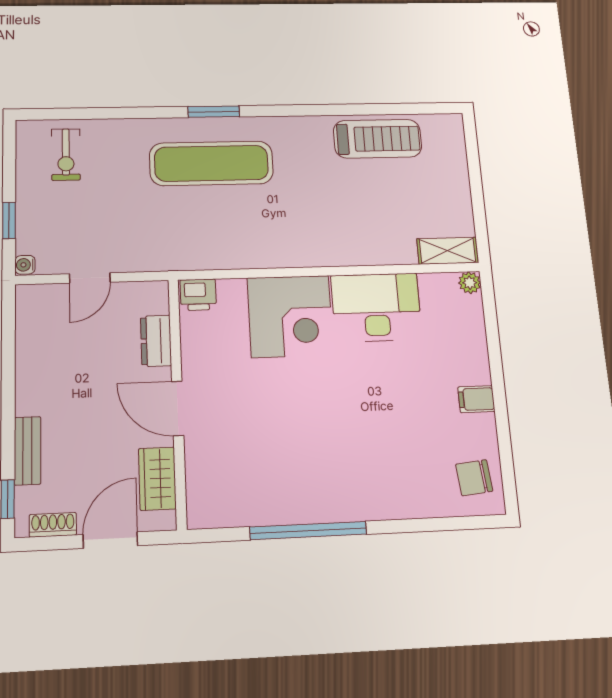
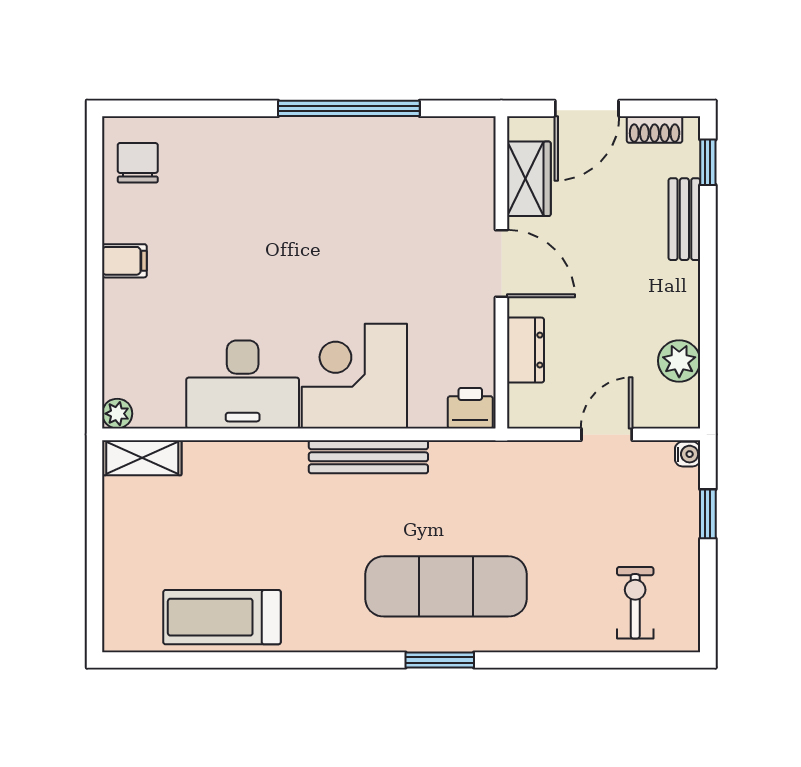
bench: (276, 256) -> (368, 457), added
plant: (32, 336) -> (679, 361), added
chair: (474, 478) -> (138, 163), turned -84

